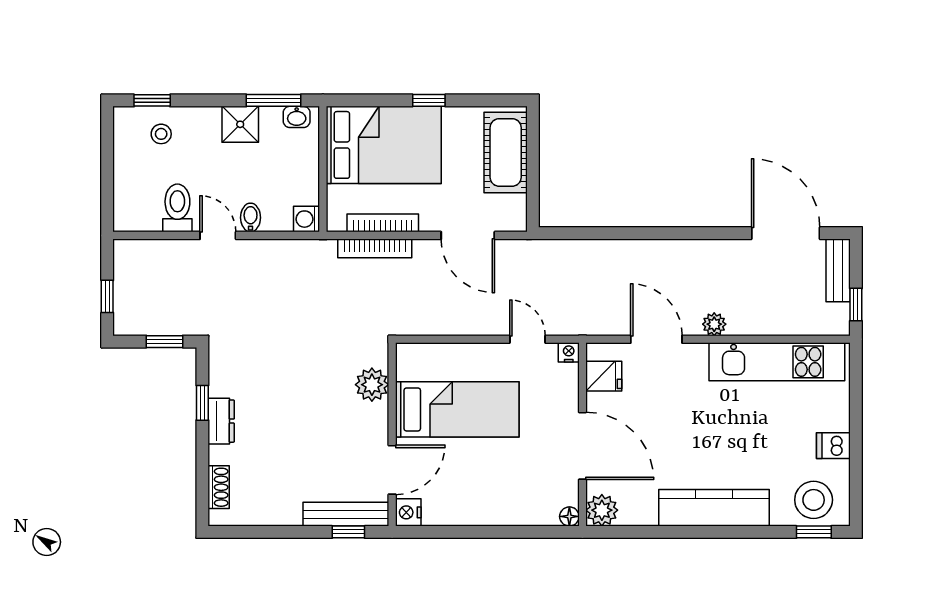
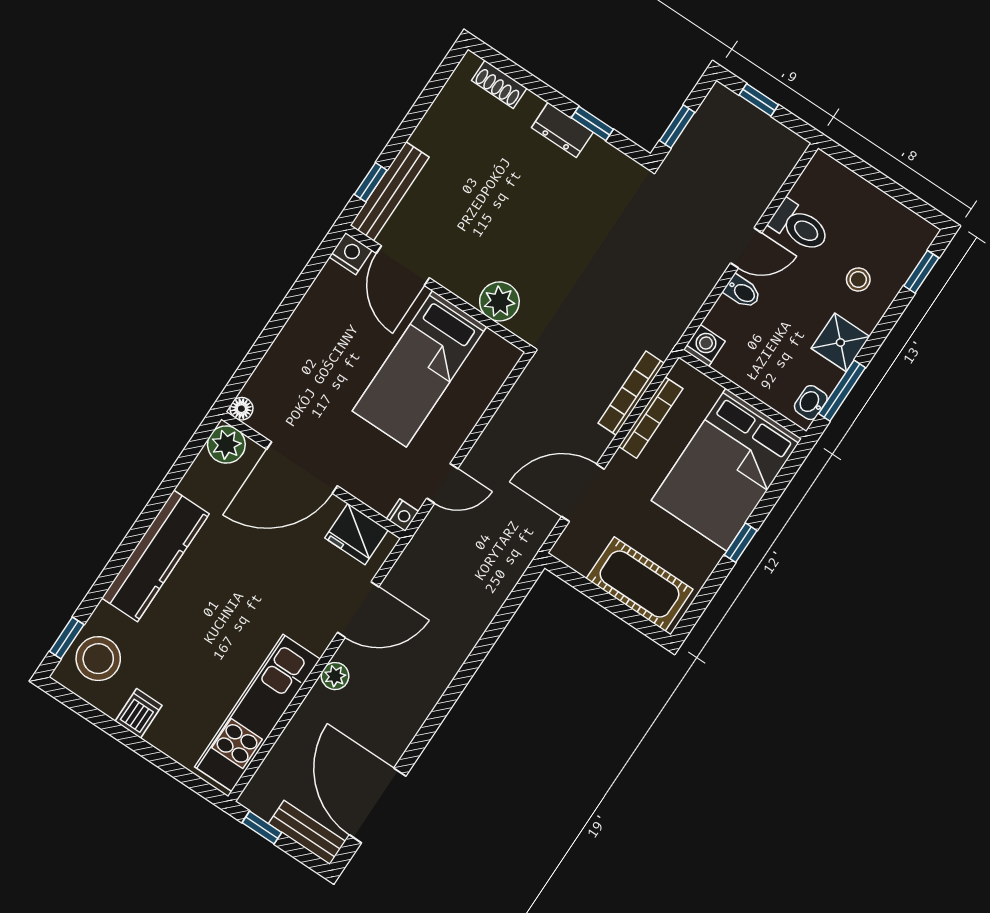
stool: (161, 134) -> (858, 280), moved
door: (786, 233) -> (378, 805), swing flipped
fridge: (604, 376) -> (356, 534), width x1.38

